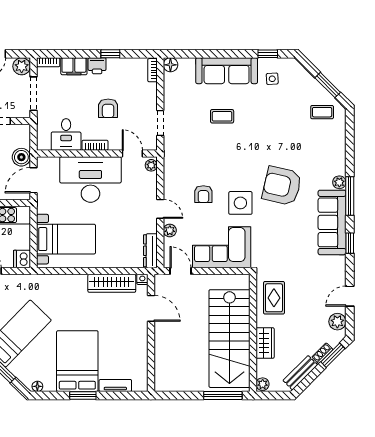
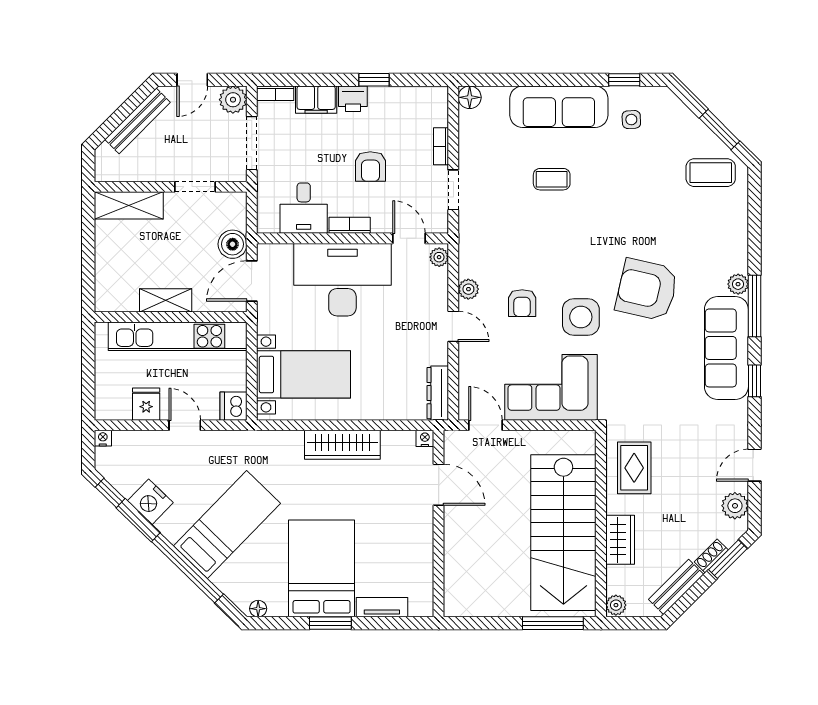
bookcase: (152, 70) -> (441, 146), moved
coffee table: (322, 112) -> (711, 173), width x1.36, depth x1.30
plant: (170, 230) -> (468, 289), moved
wardrobe: (112, 283) -> (342, 445), moved

